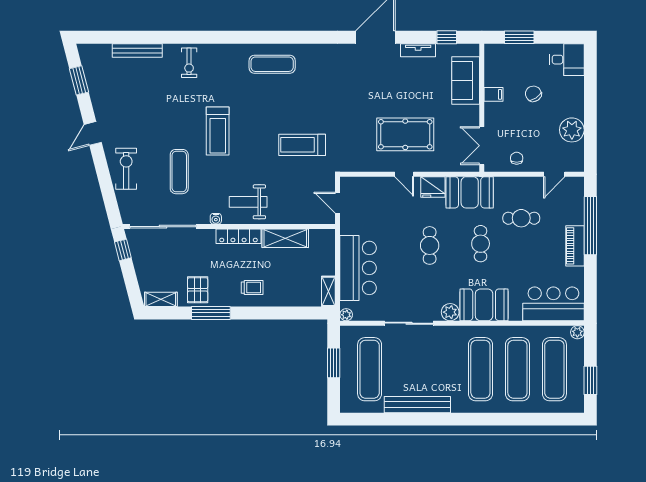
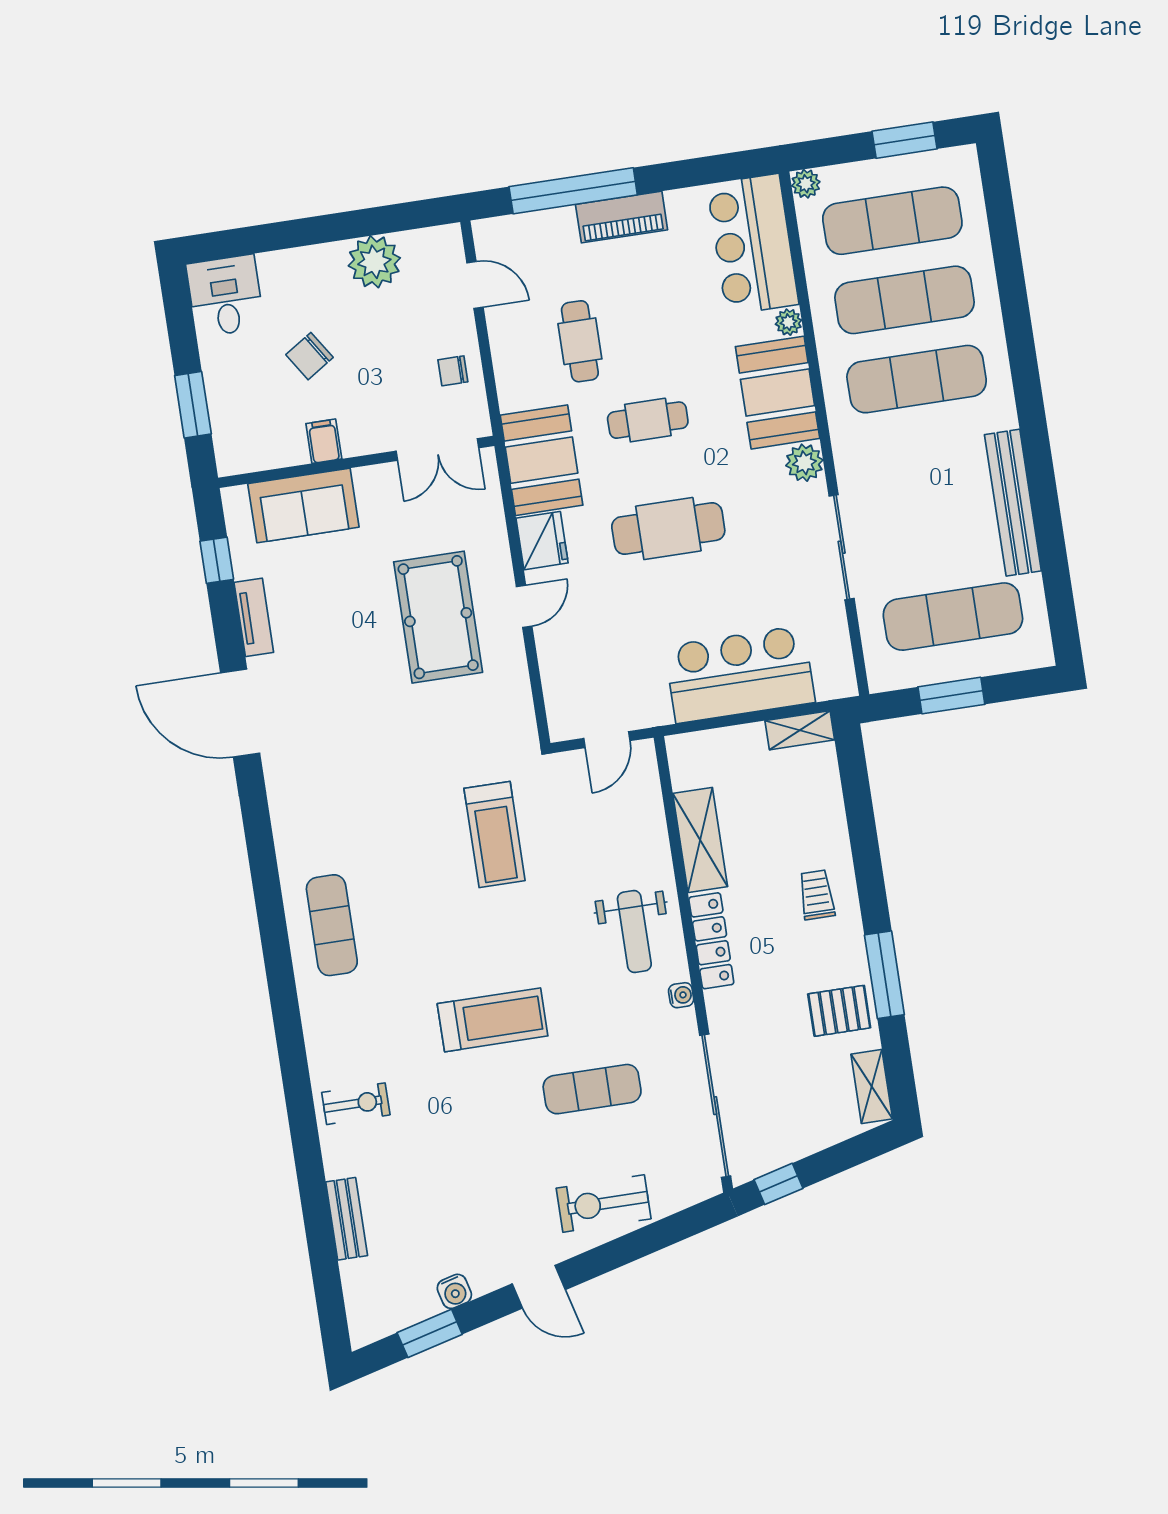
bench: (137, 51) -> (347, 1219), width x0.73
water cooler: (96, 95) -> (454, 1291), added
cafe table: (430, 245) -> (668, 529), width x1.37, depth x1.35
plant: (346, 315) -> (788, 322), moved

